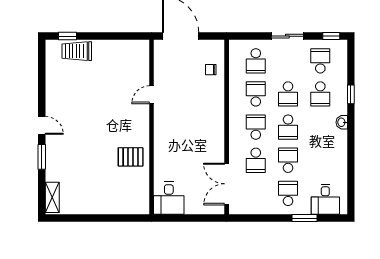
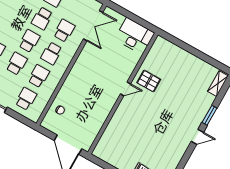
school desk: (256, 94) -> (39, 76), turned 180
door: (152, 95) -> (125, 89), moved
door: (42, 125) -> (197, 137), swing flipped
desk: (169, 198) -> (134, 36), width x1.37

